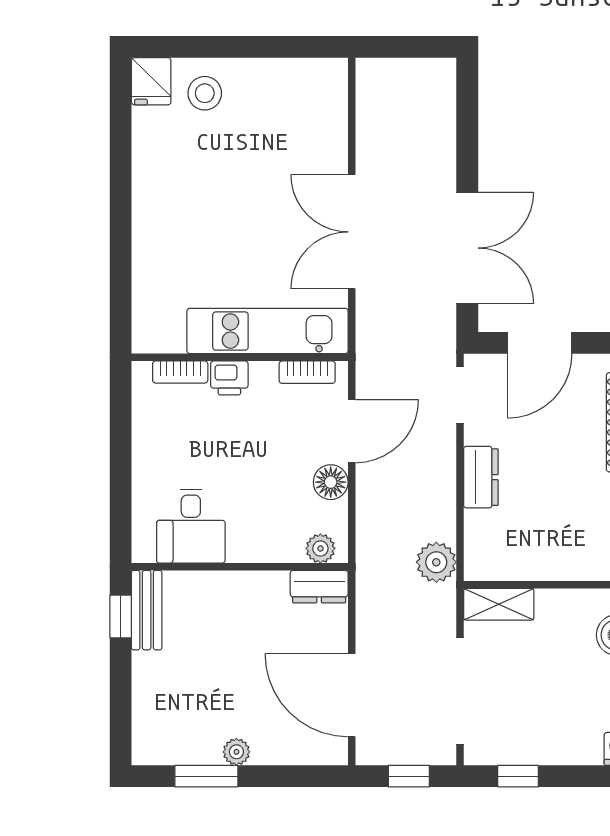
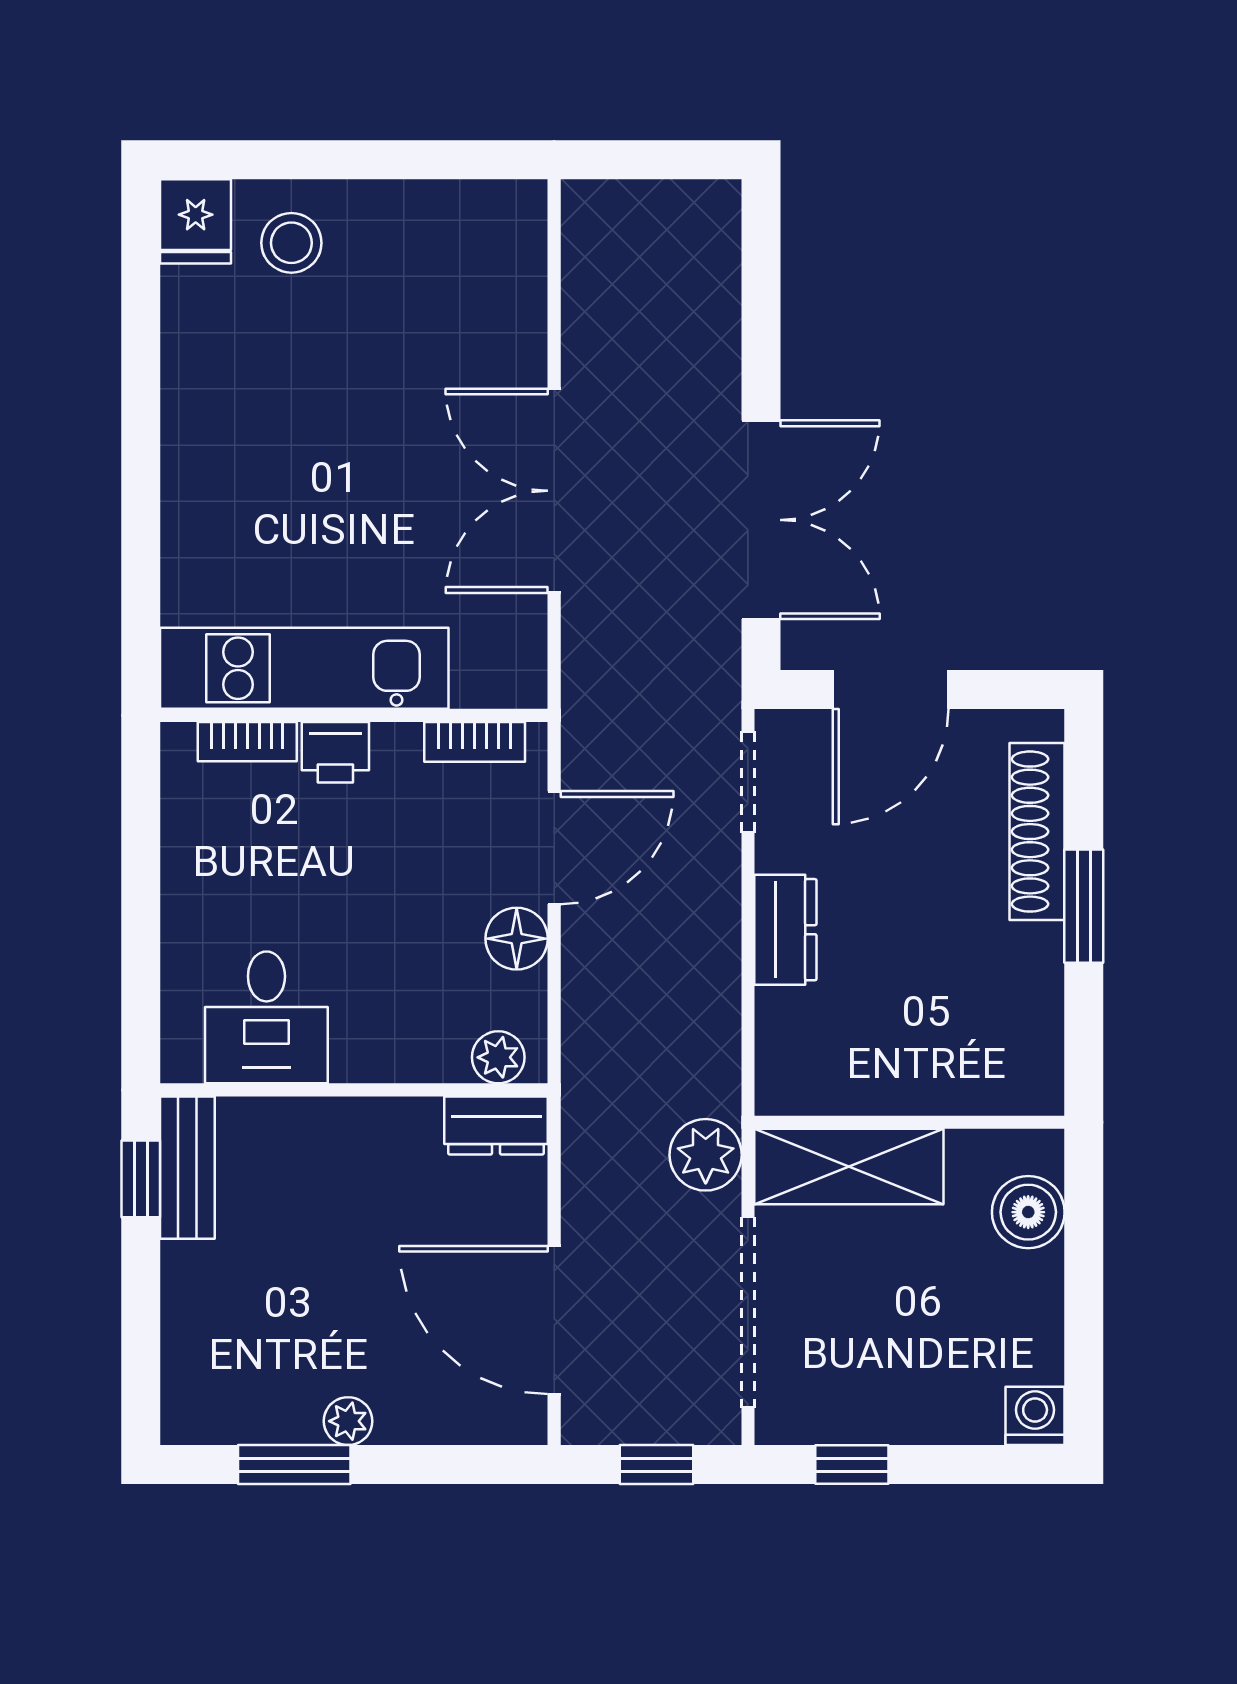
kitchen unit: (267, 331) -> (304, 668), moved
plant: (436, 562) -> (706, 1155), moved
shelving: (499, 604) -> (849, 1166), width x1.50, depth x1.33

